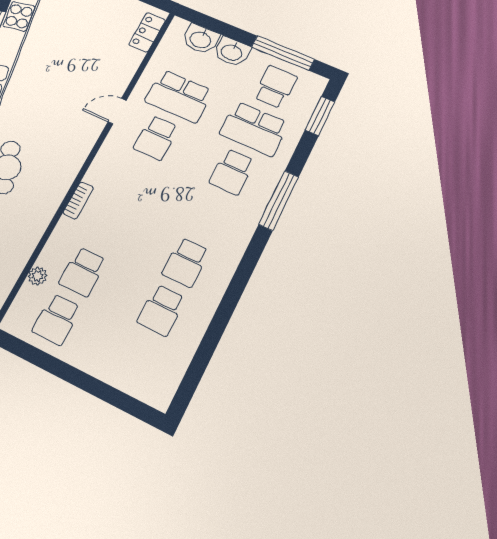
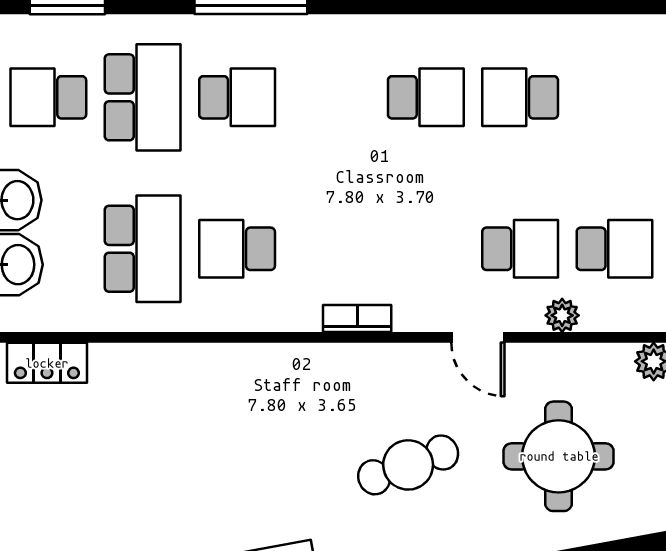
door: (117, 111) -> (478, 337), moved
school desk: (156, 138) -> (237, 249), turned 180
bookcase: (78, 200) -> (357, 318), moved
school desk: (161, 310) -> (520, 97), turned 180

